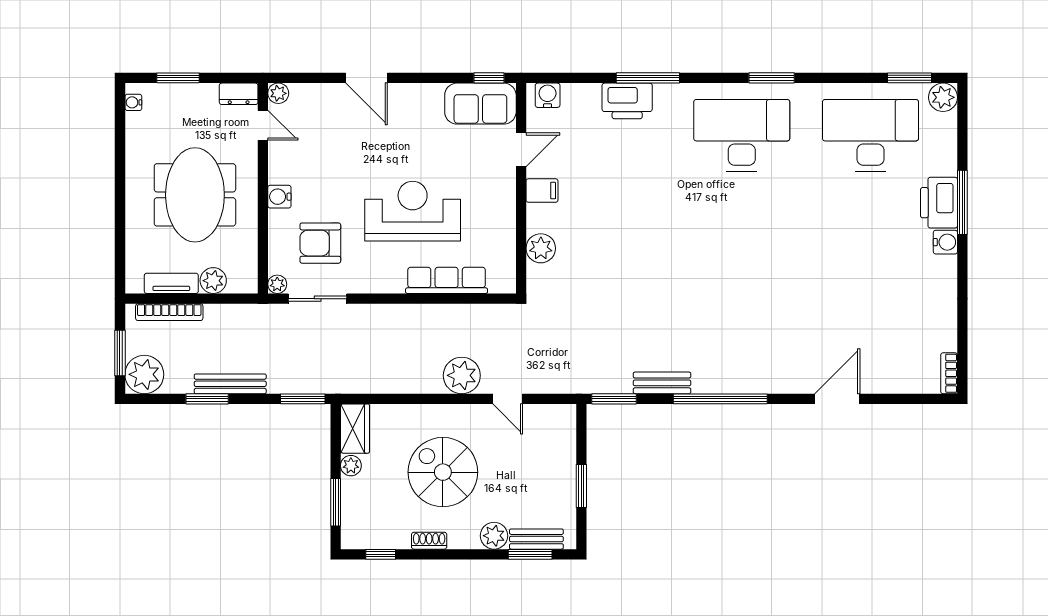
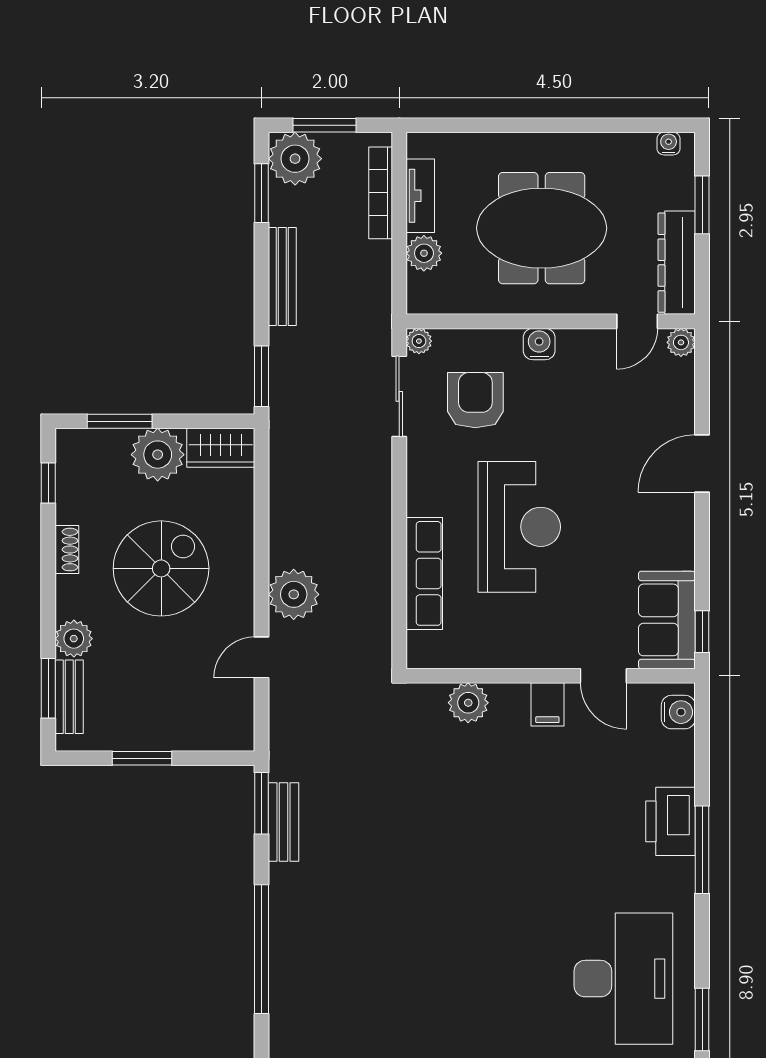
dresser: (239, 94) -> (677, 263), width x1.96, depth x1.24
bench: (662, 383) -> (284, 822), moved
window: (207, 399) -> (262, 193), moved
plant: (351, 466) -> (158, 455), width x1.87, depth x1.87

